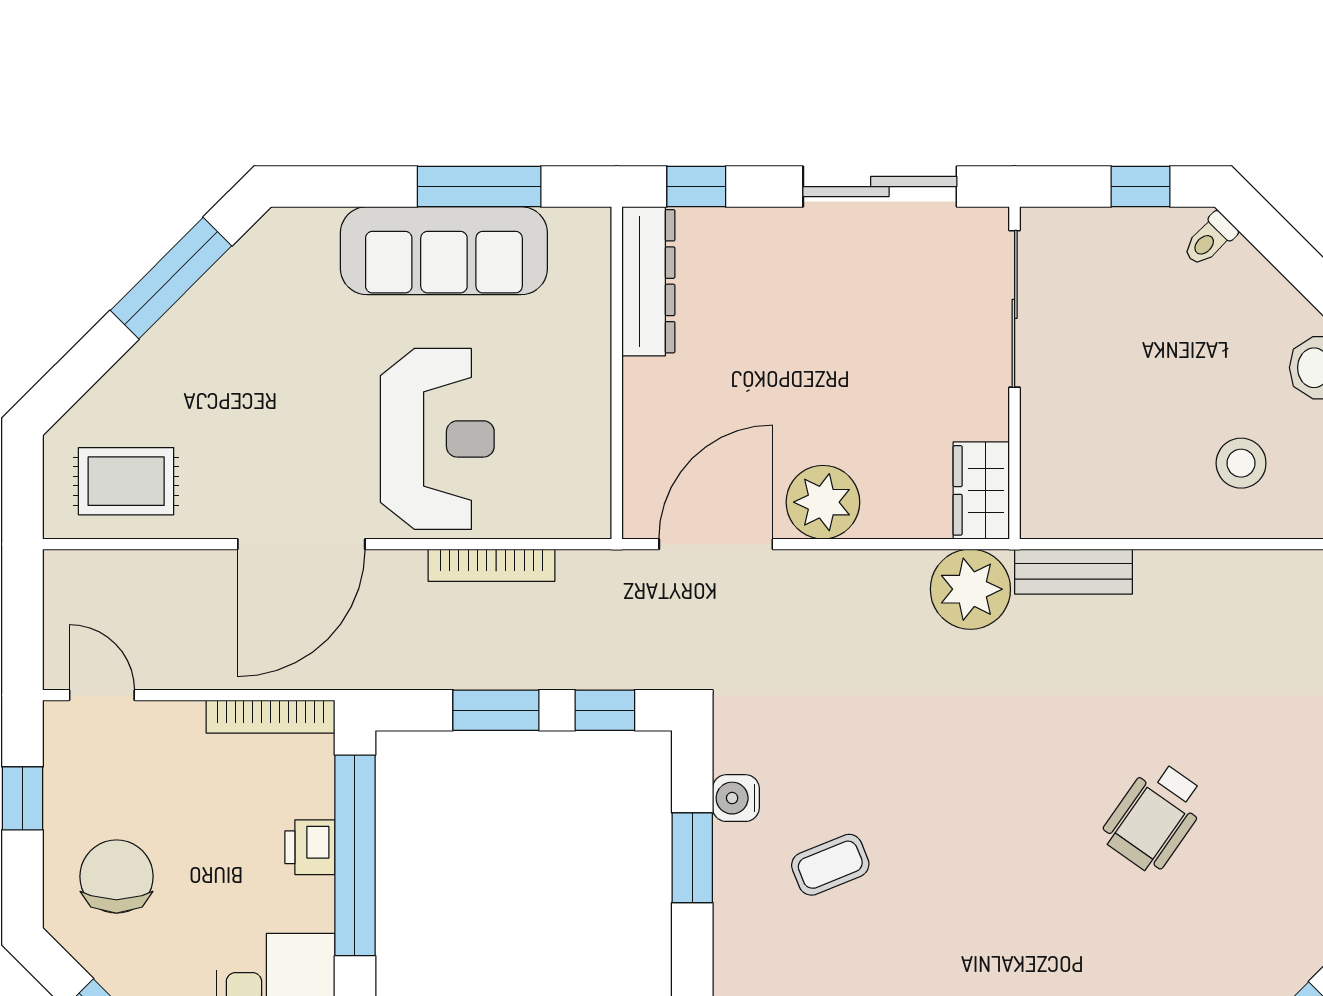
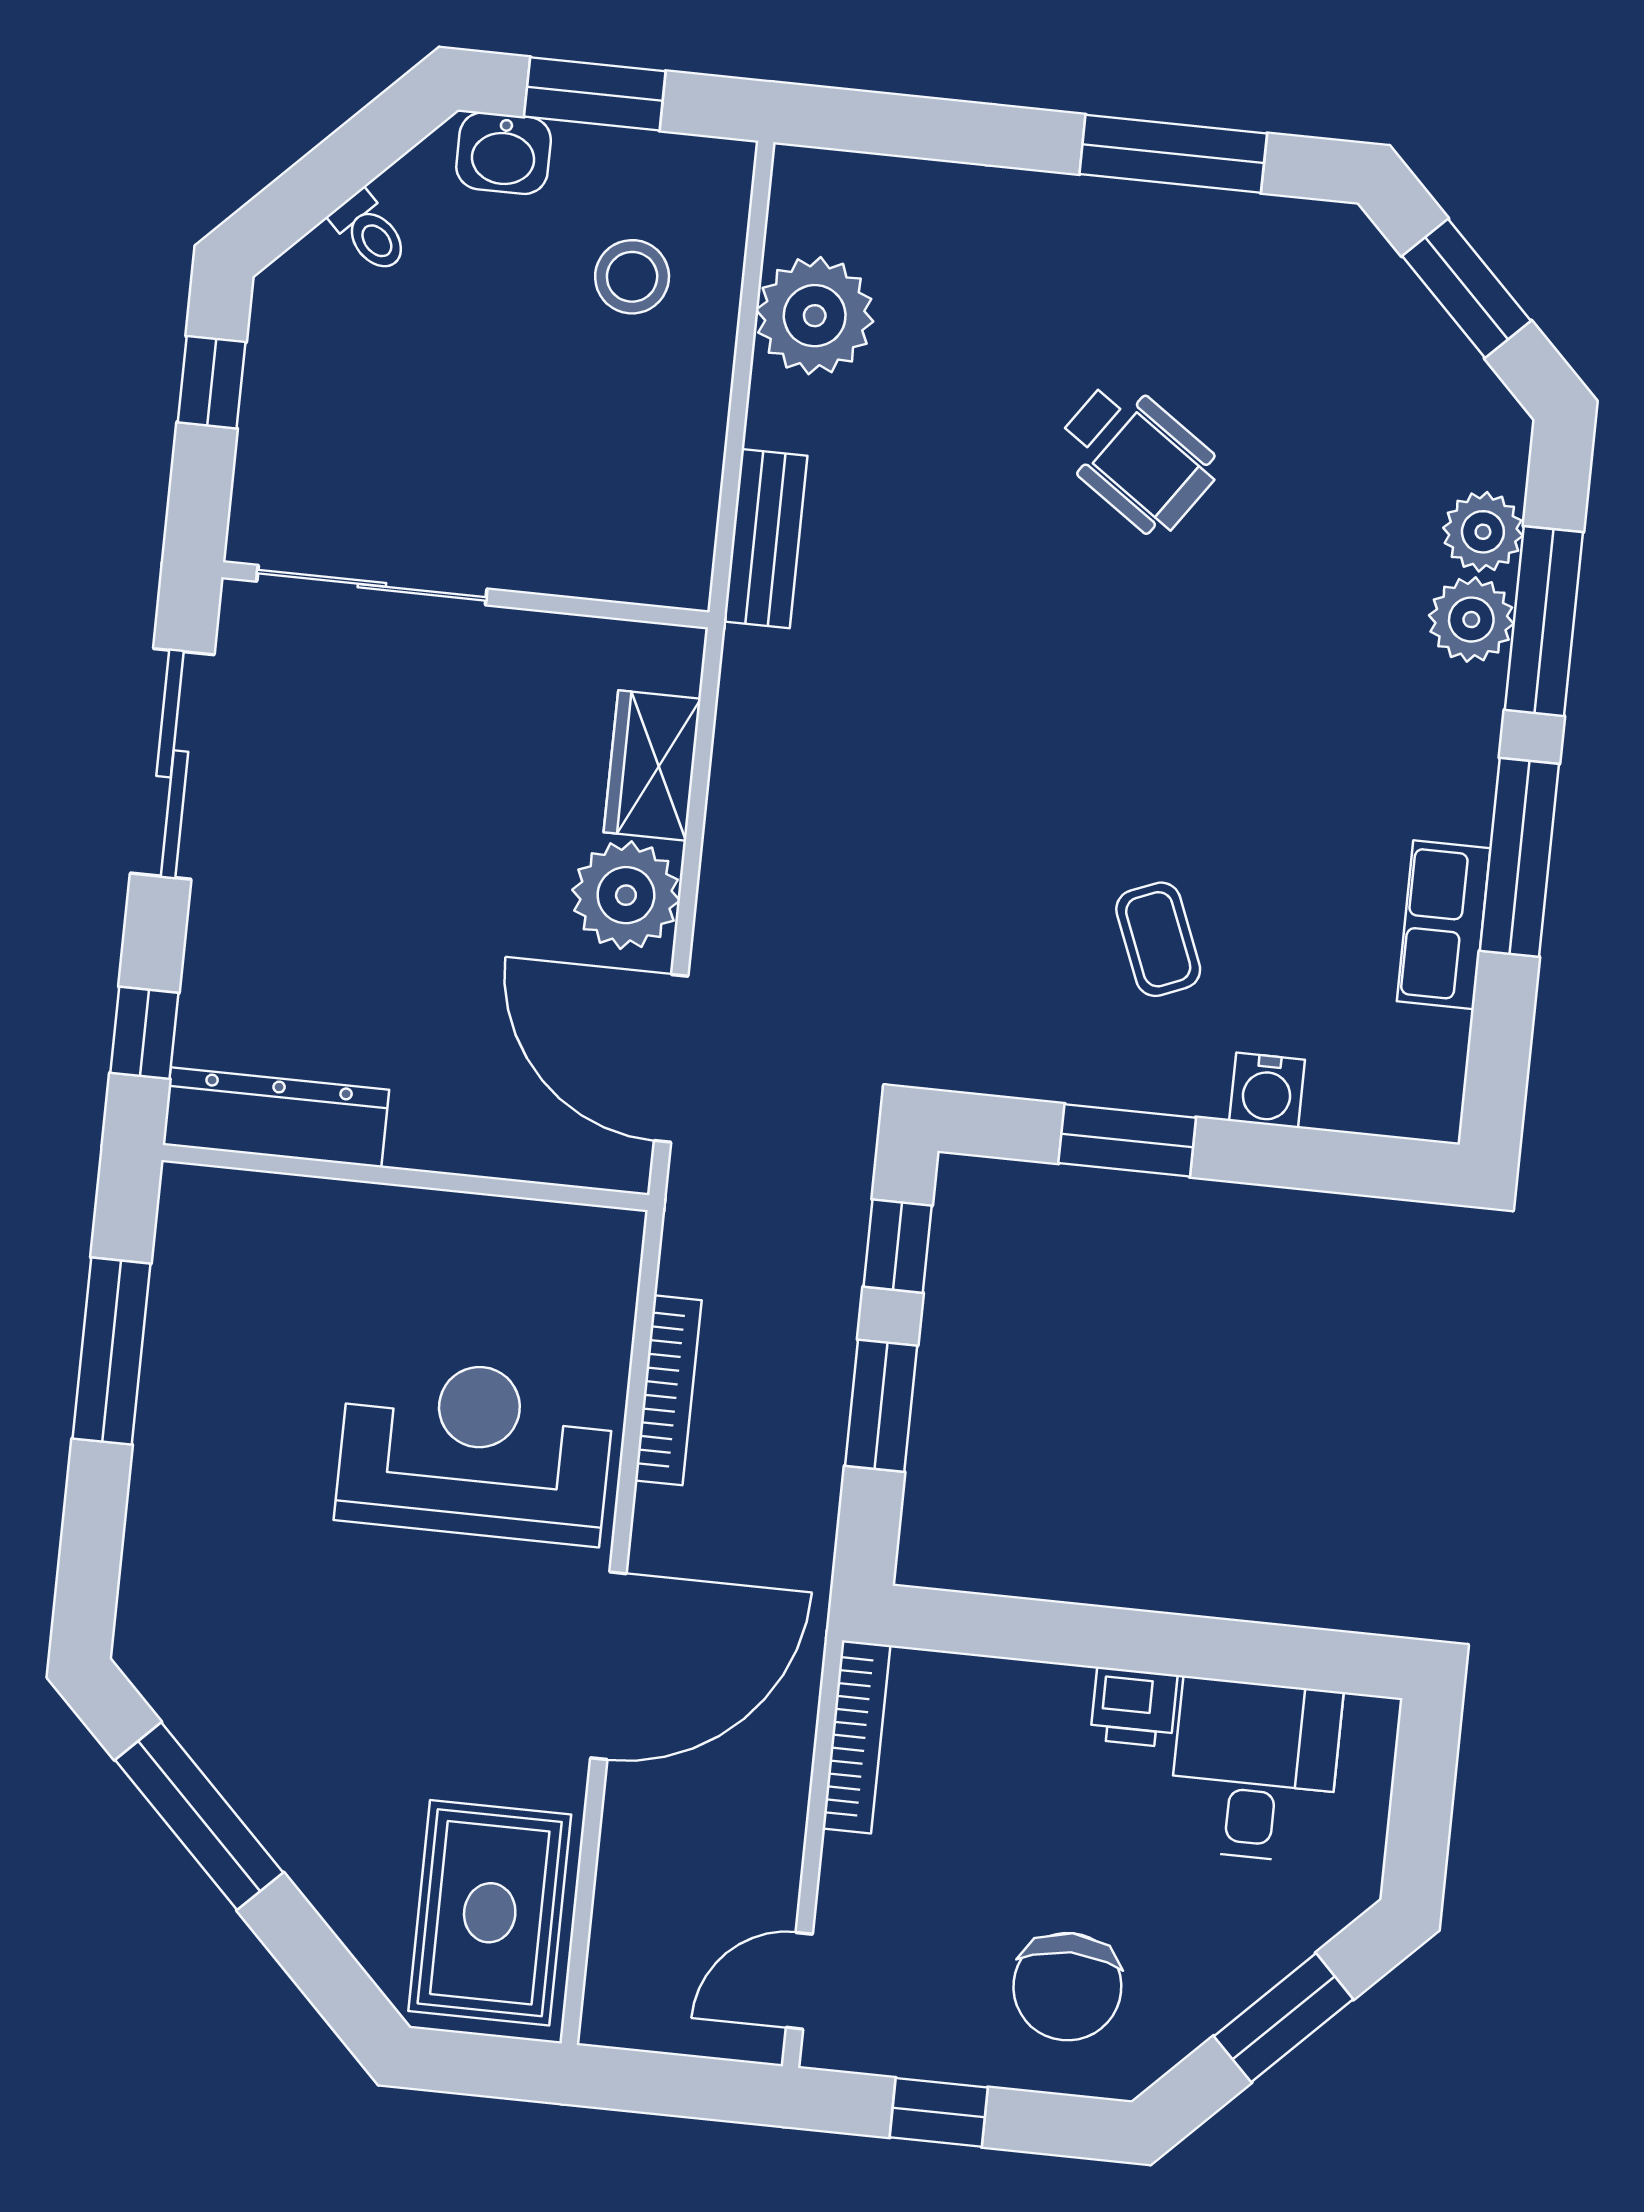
toilet: (1209, 240) -> (370, 232), moved
sofa: (444, 251) -> (200, 1412), removed
rug: (126, 481) -> (490, 1913), width x1.36, depth x1.43
wardrobe: (981, 490) -> (652, 765), moved, turned 90
door: (301, 544) -> (608, 1666), hinge flipped
plant: (970, 589) -> (815, 316), moved
water cooler: (736, 798) -> (1267, 1090), moved
printer: (310, 847) -> (1134, 1707), moved
window: (355, 855) -> (1073, 1634), removed
chair: (116, 876) -> (1067, 1987), turned -90

